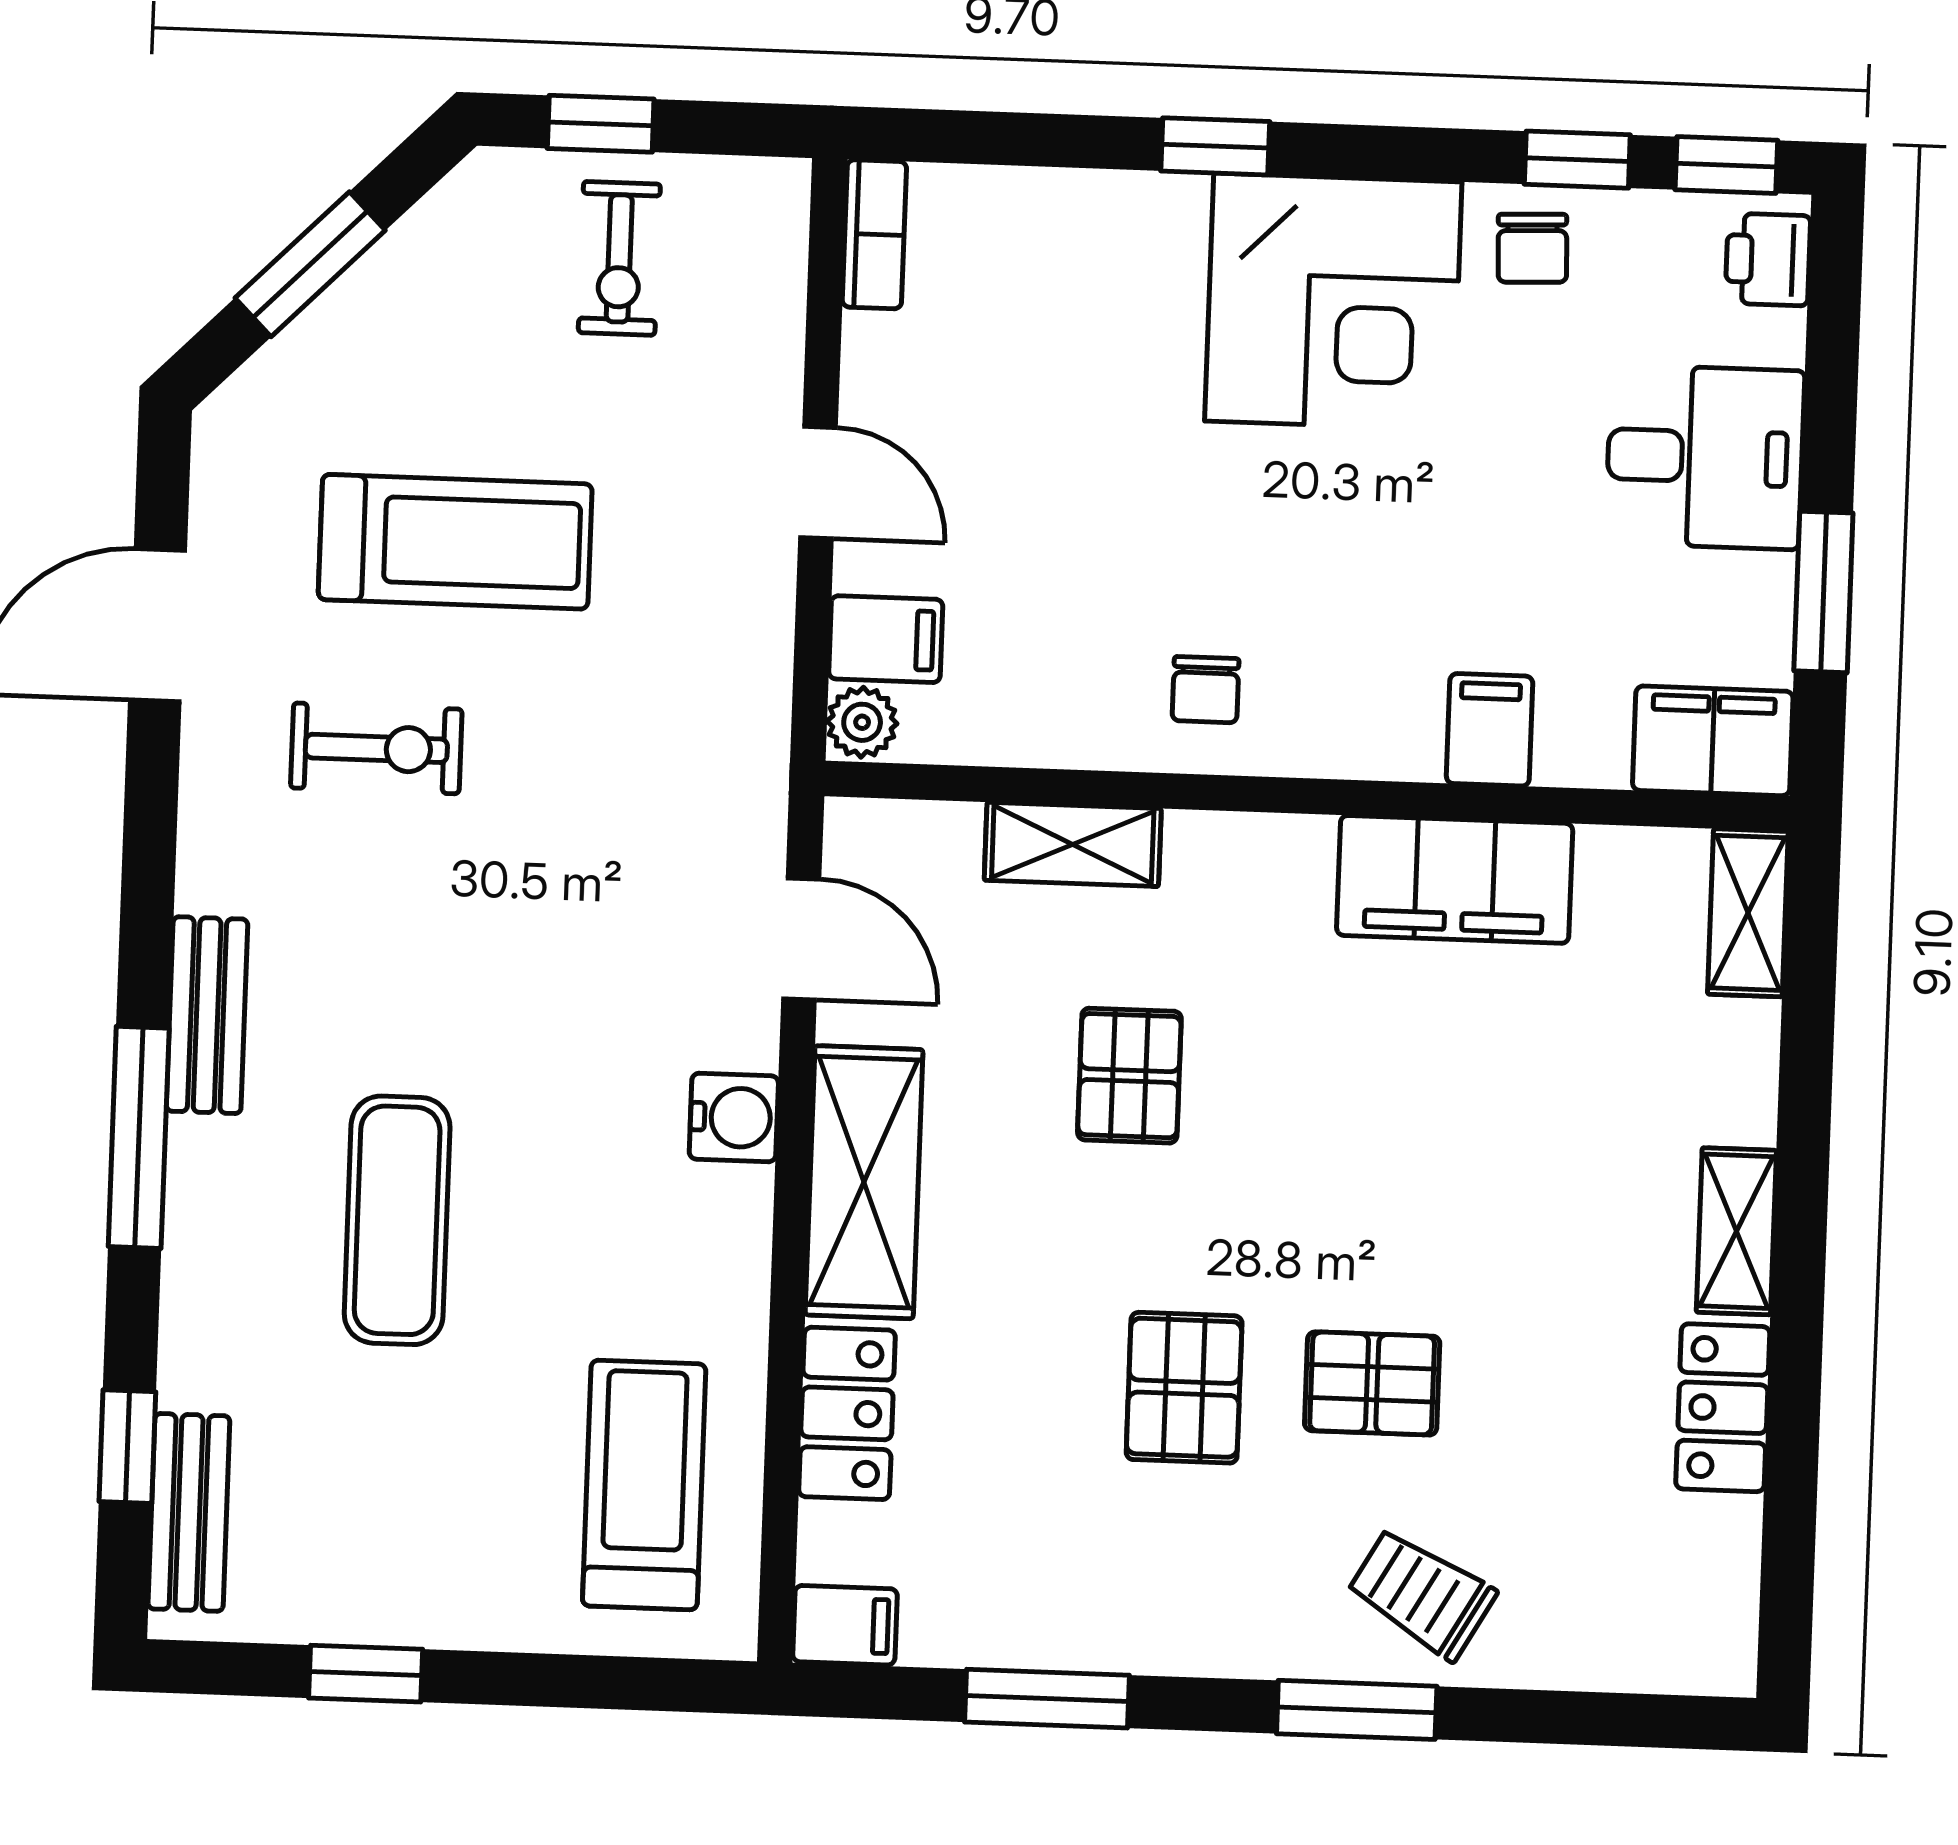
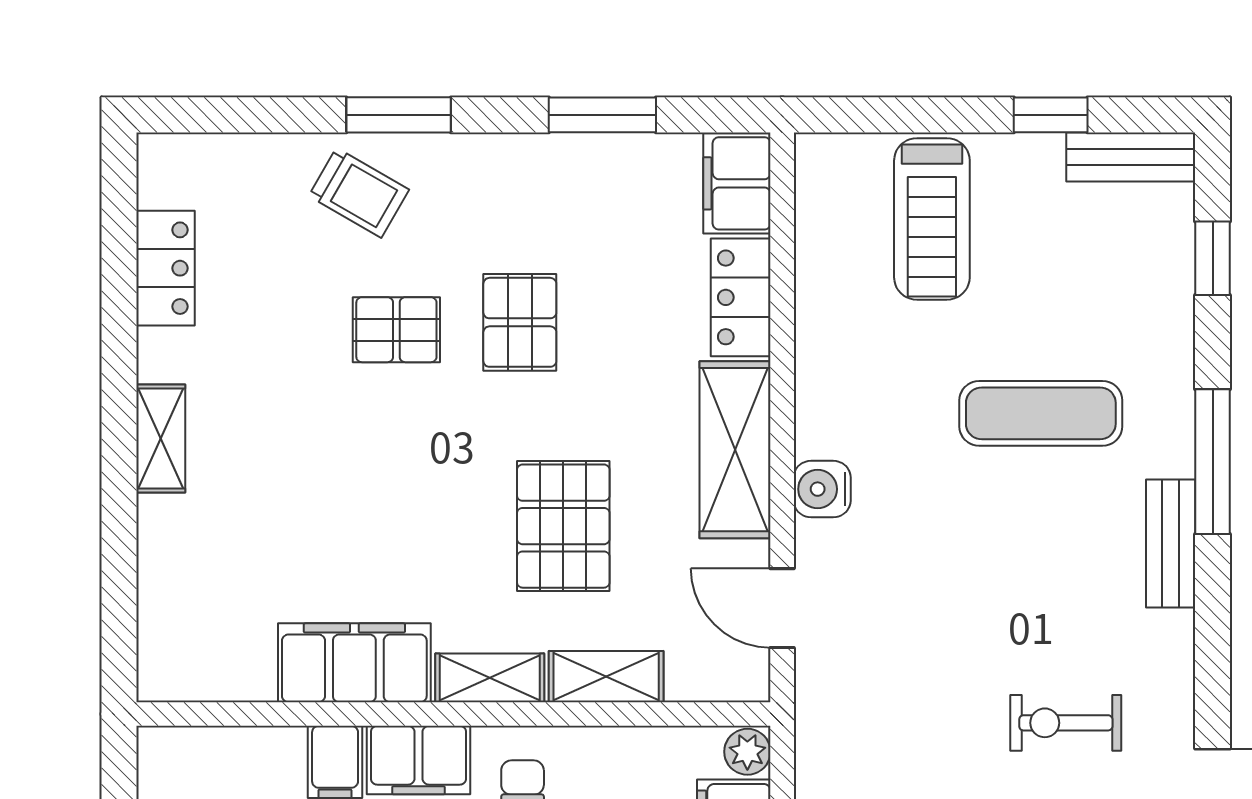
filing cabinet: (1713, 741) -> (418, 760), moved
shelving: (1748, 913) -> (490, 678), moved, turned 90
pallet: (1129, 1076) -> (563, 526), width x1.50, depth x1.42
exercise mat: (397, 1220) -> (1041, 413), turned 90
locker: (1723, 1408) -> (165, 268), moved
treadmill: (644, 1485) -> (932, 219), moved
bench: (189, 1512) -> (1131, 157), moved, turned 90
filing cabinet: (845, 1625) -> (737, 183), width x2.00

